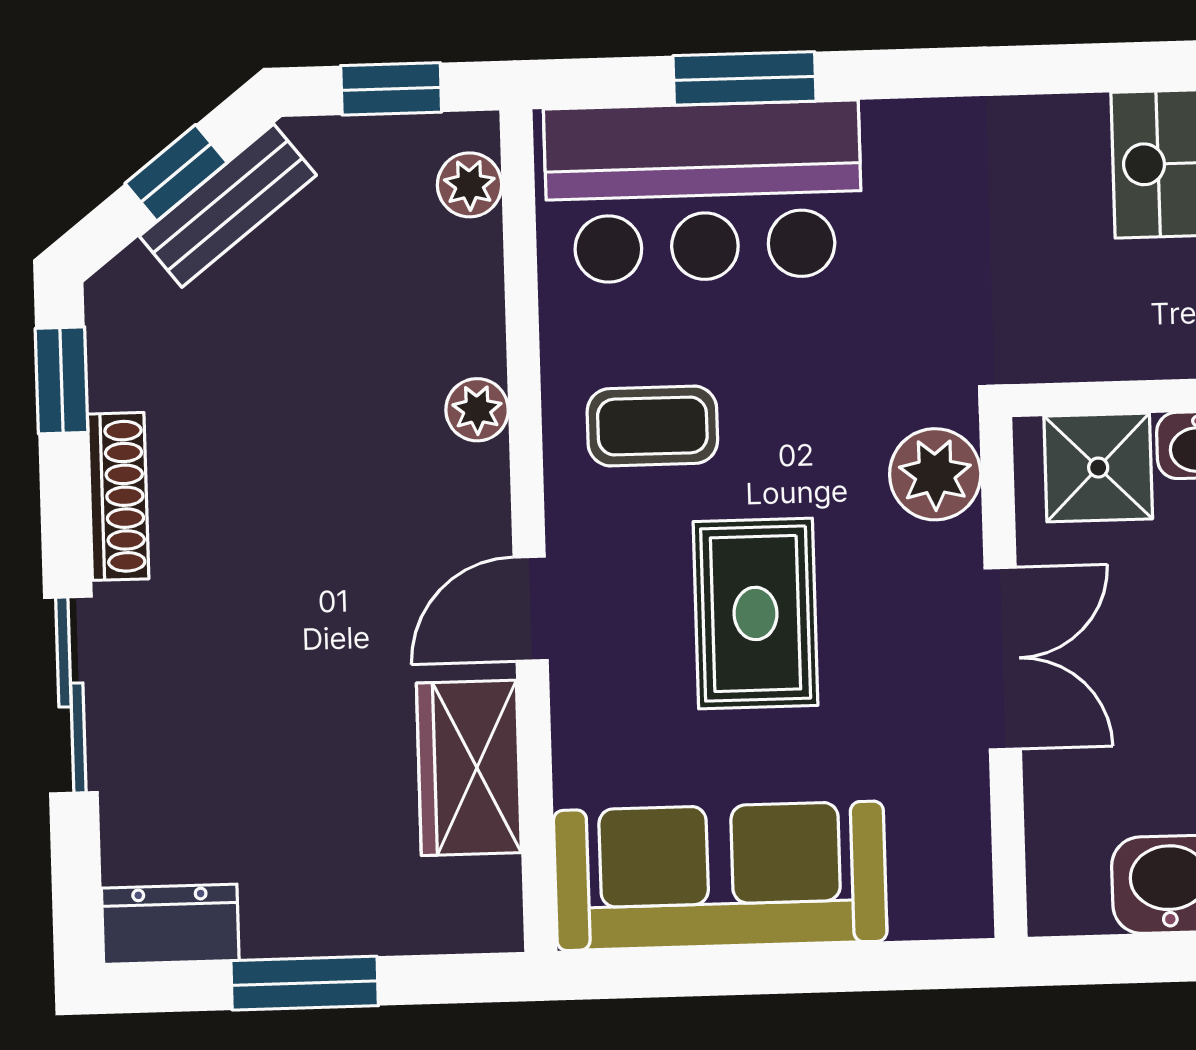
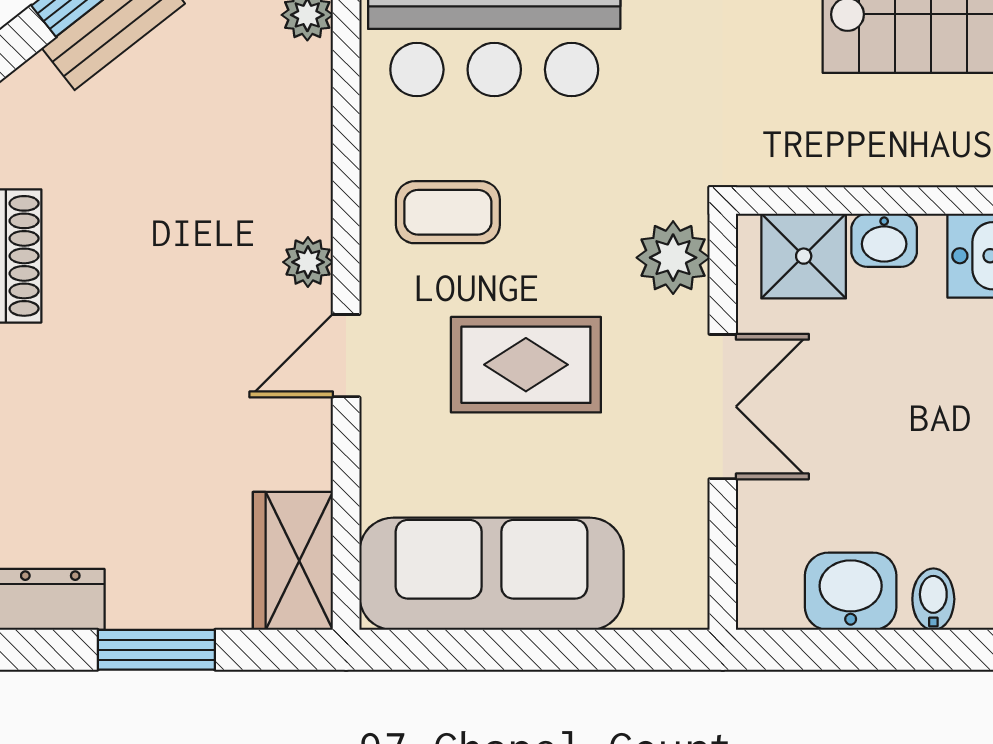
plant: (477, 410) -> (308, 262), moved
rug: (756, 613) -> (526, 365), turned 90
wardrobe: (469, 768) -> (293, 561), moved

